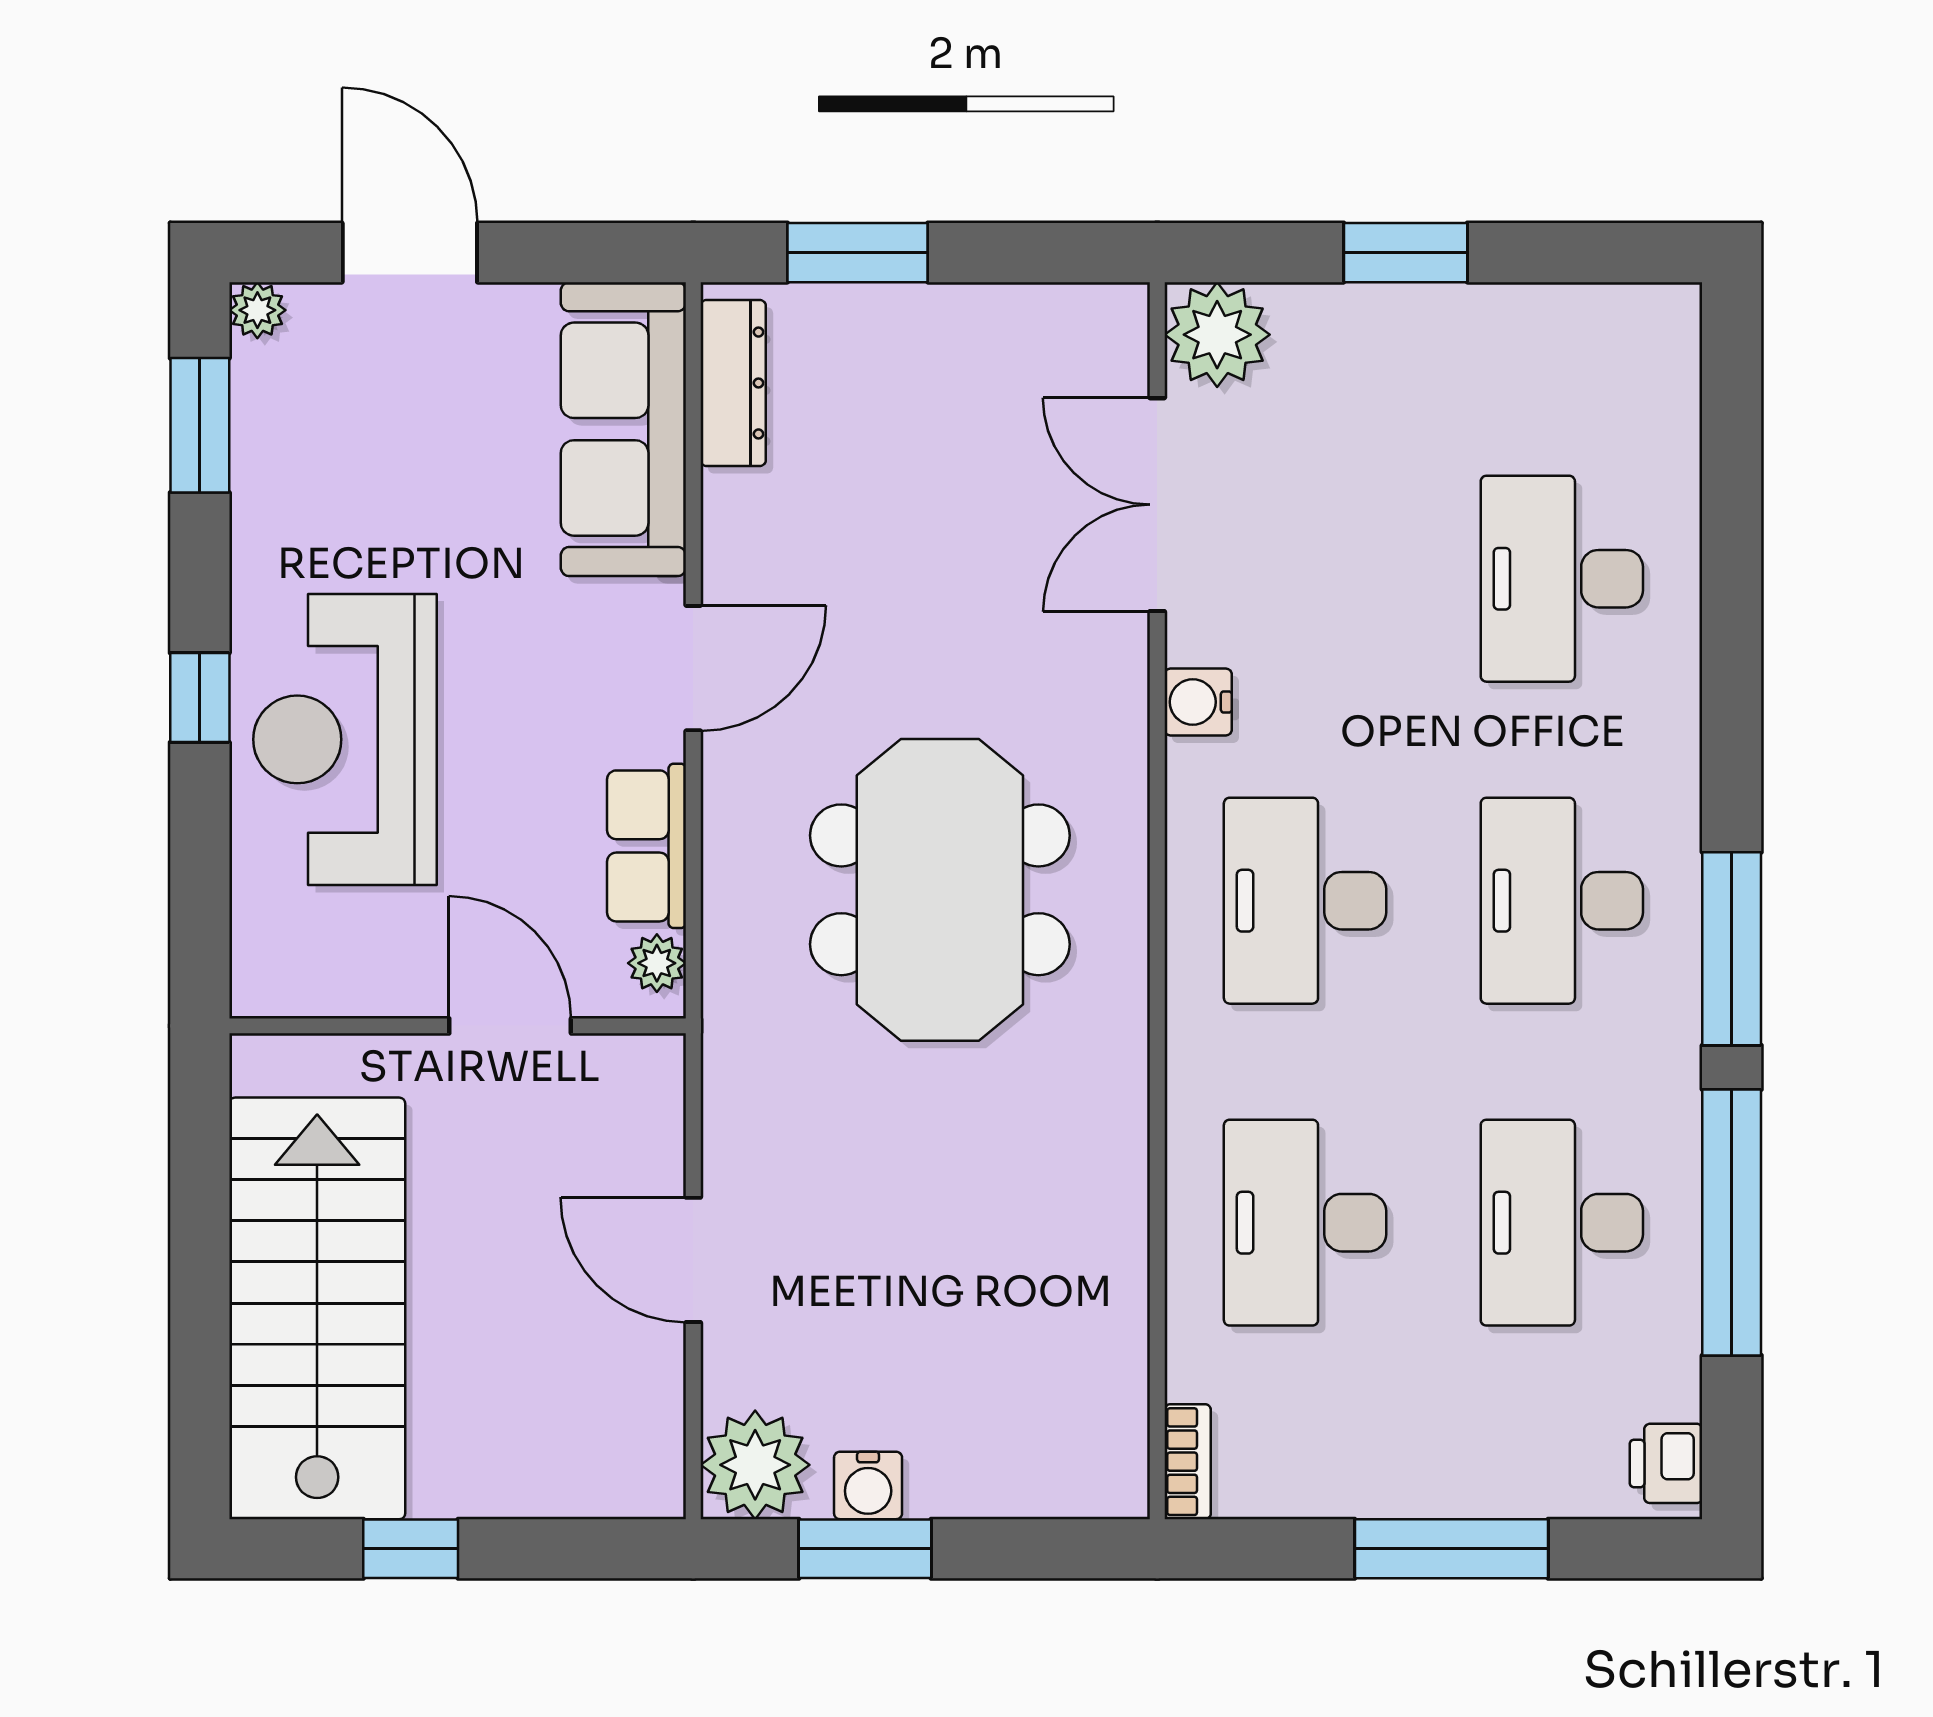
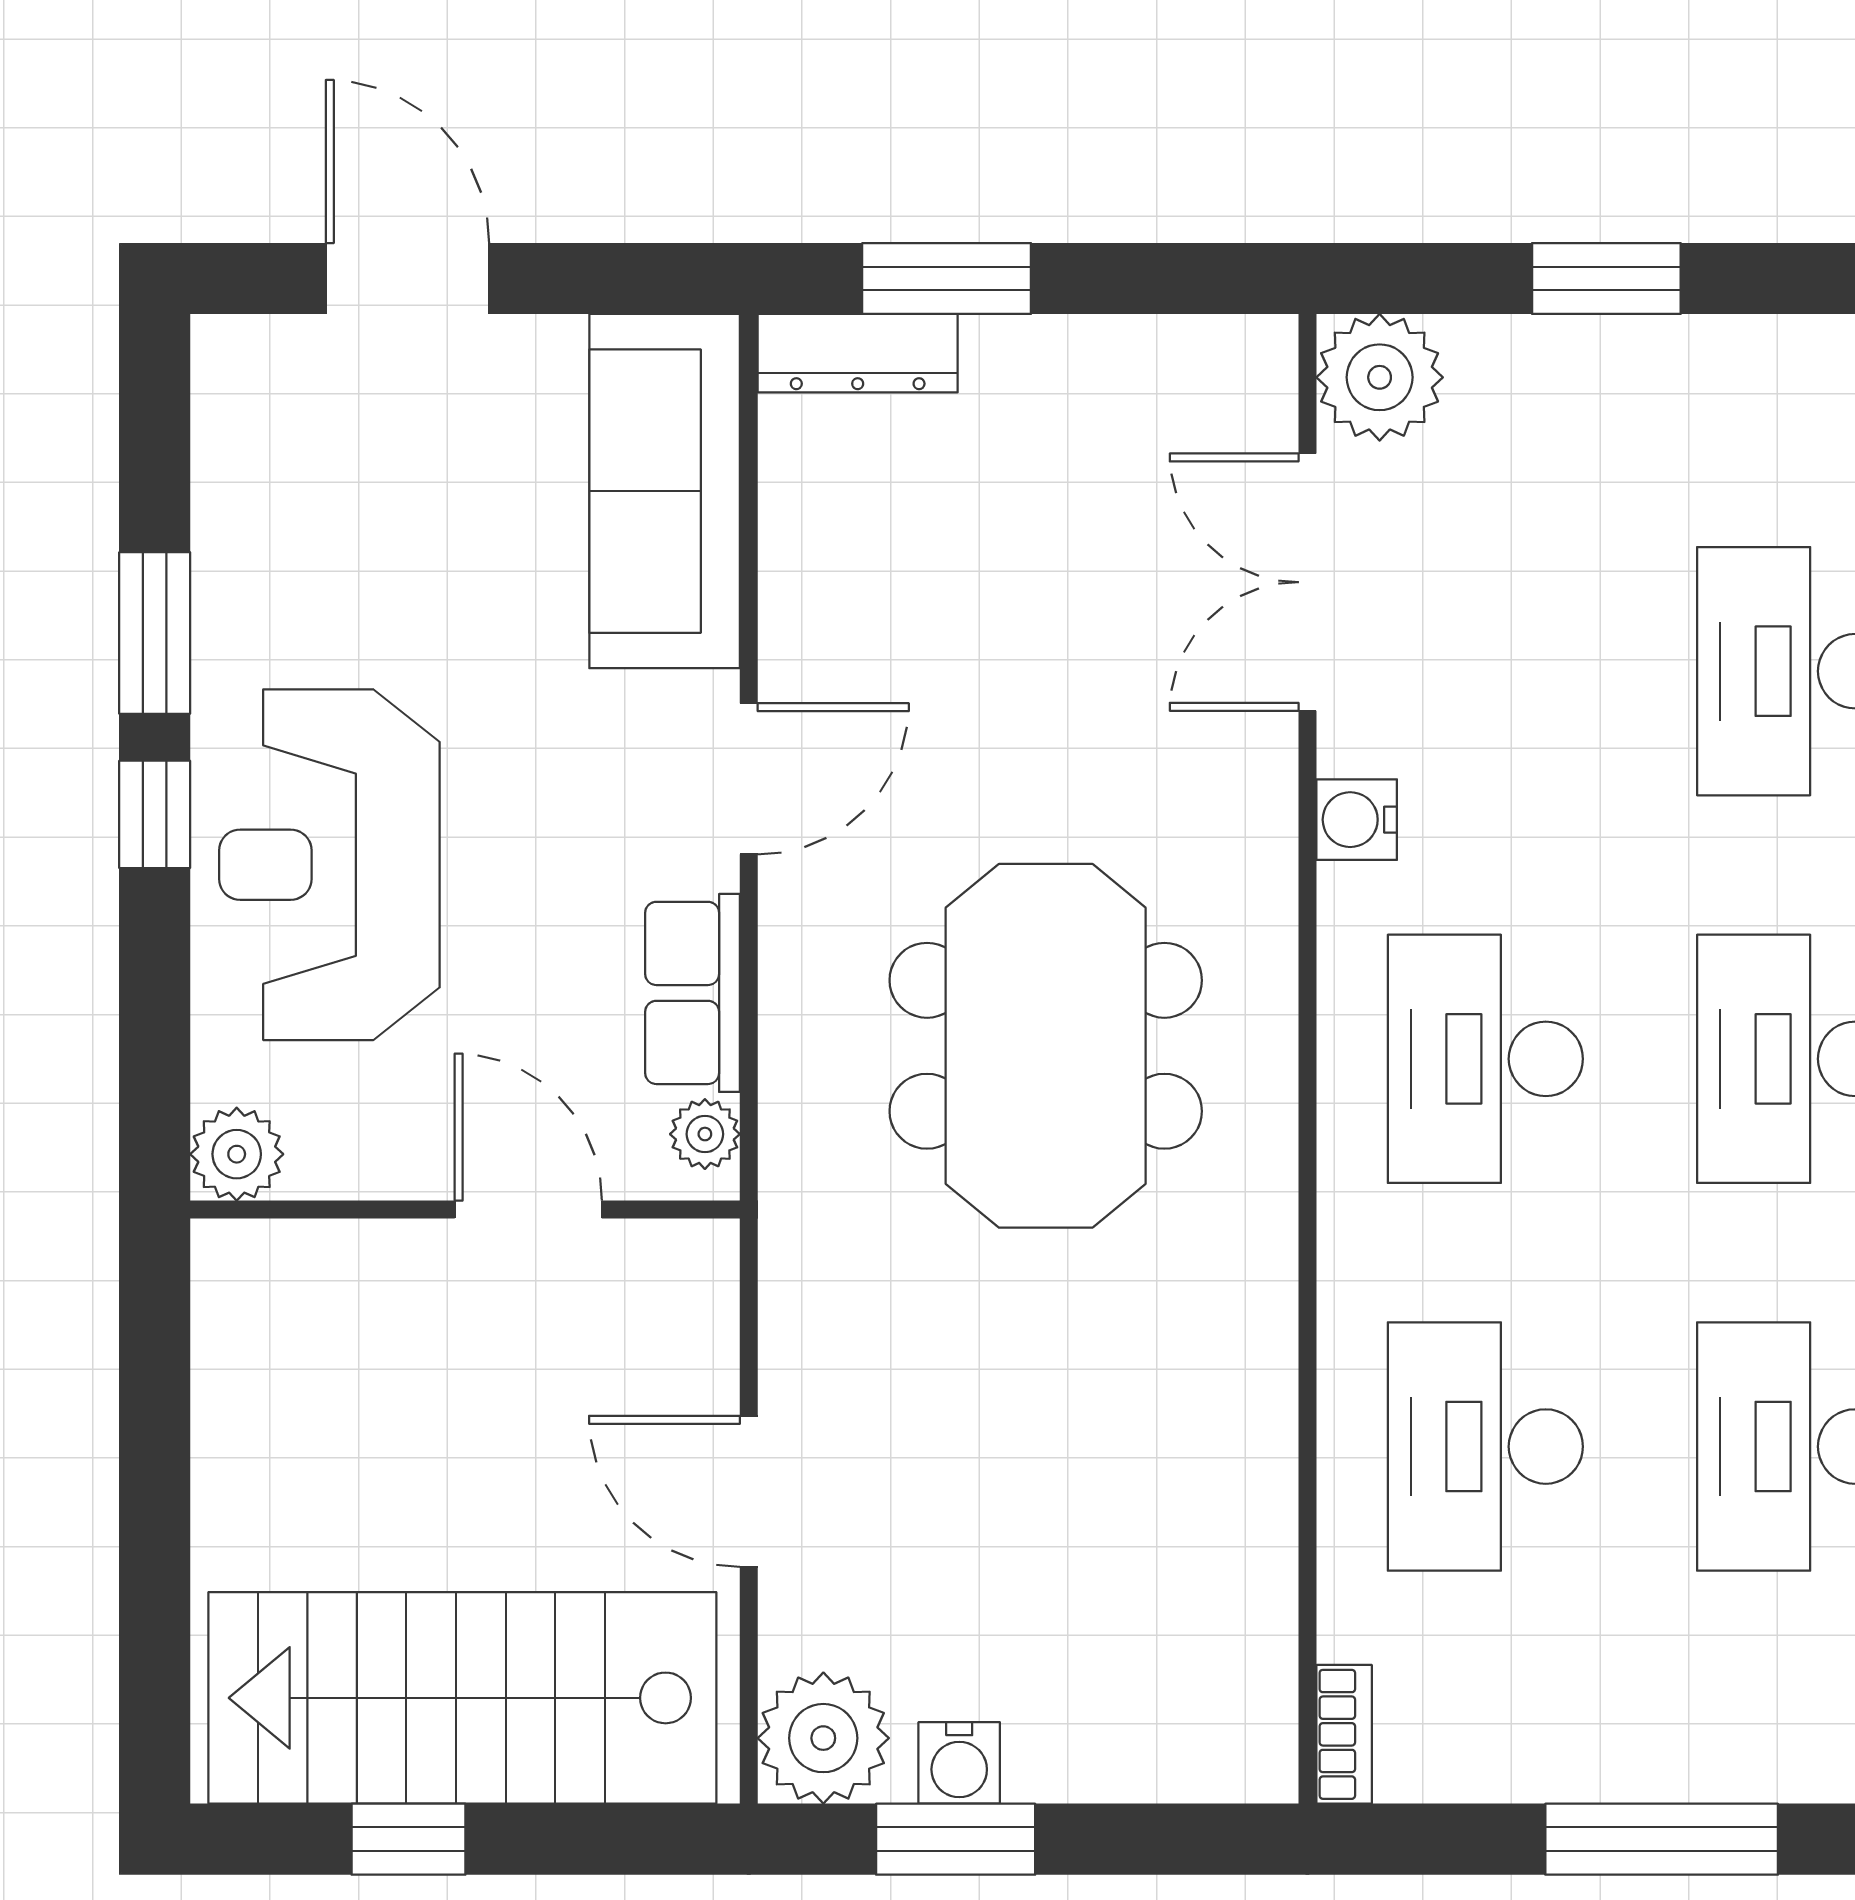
plant: (257, 310) -> (237, 1154), moved, width x1.38, depth x1.38
dresser: (733, 383) -> (858, 353), moved, turned 90
window: (200, 425) -> (155, 633), moved
stairs: (317, 1308) -> (462, 1698), moved, turned -90

